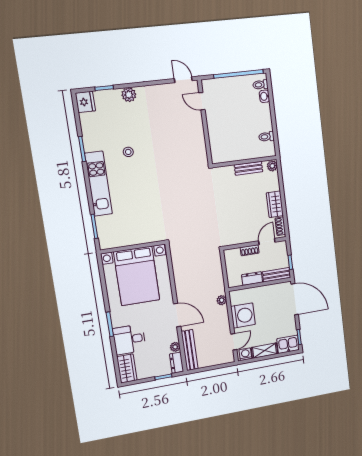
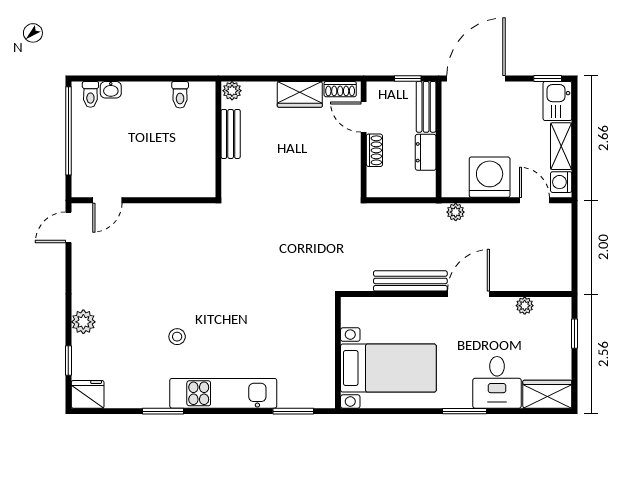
bed with nightstands: (137, 276) -> (388, 368), width x0.73
bench: (190, 350) -> (410, 281), moved
dresser: (177, 363) -> (553, 307), removed

